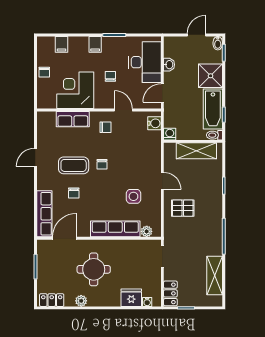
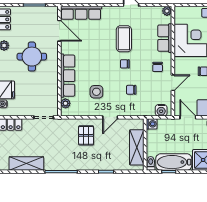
plant: (42, 117) -> (167, 11), added
chair: (74, 193) -> (131, 90), moved

